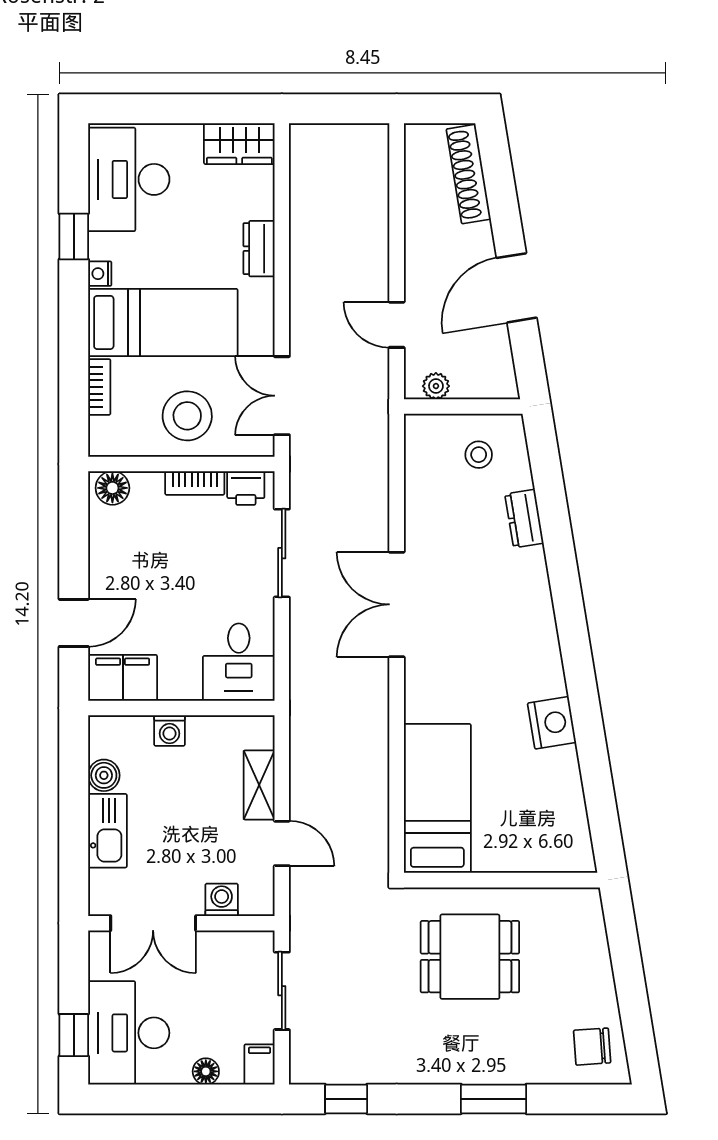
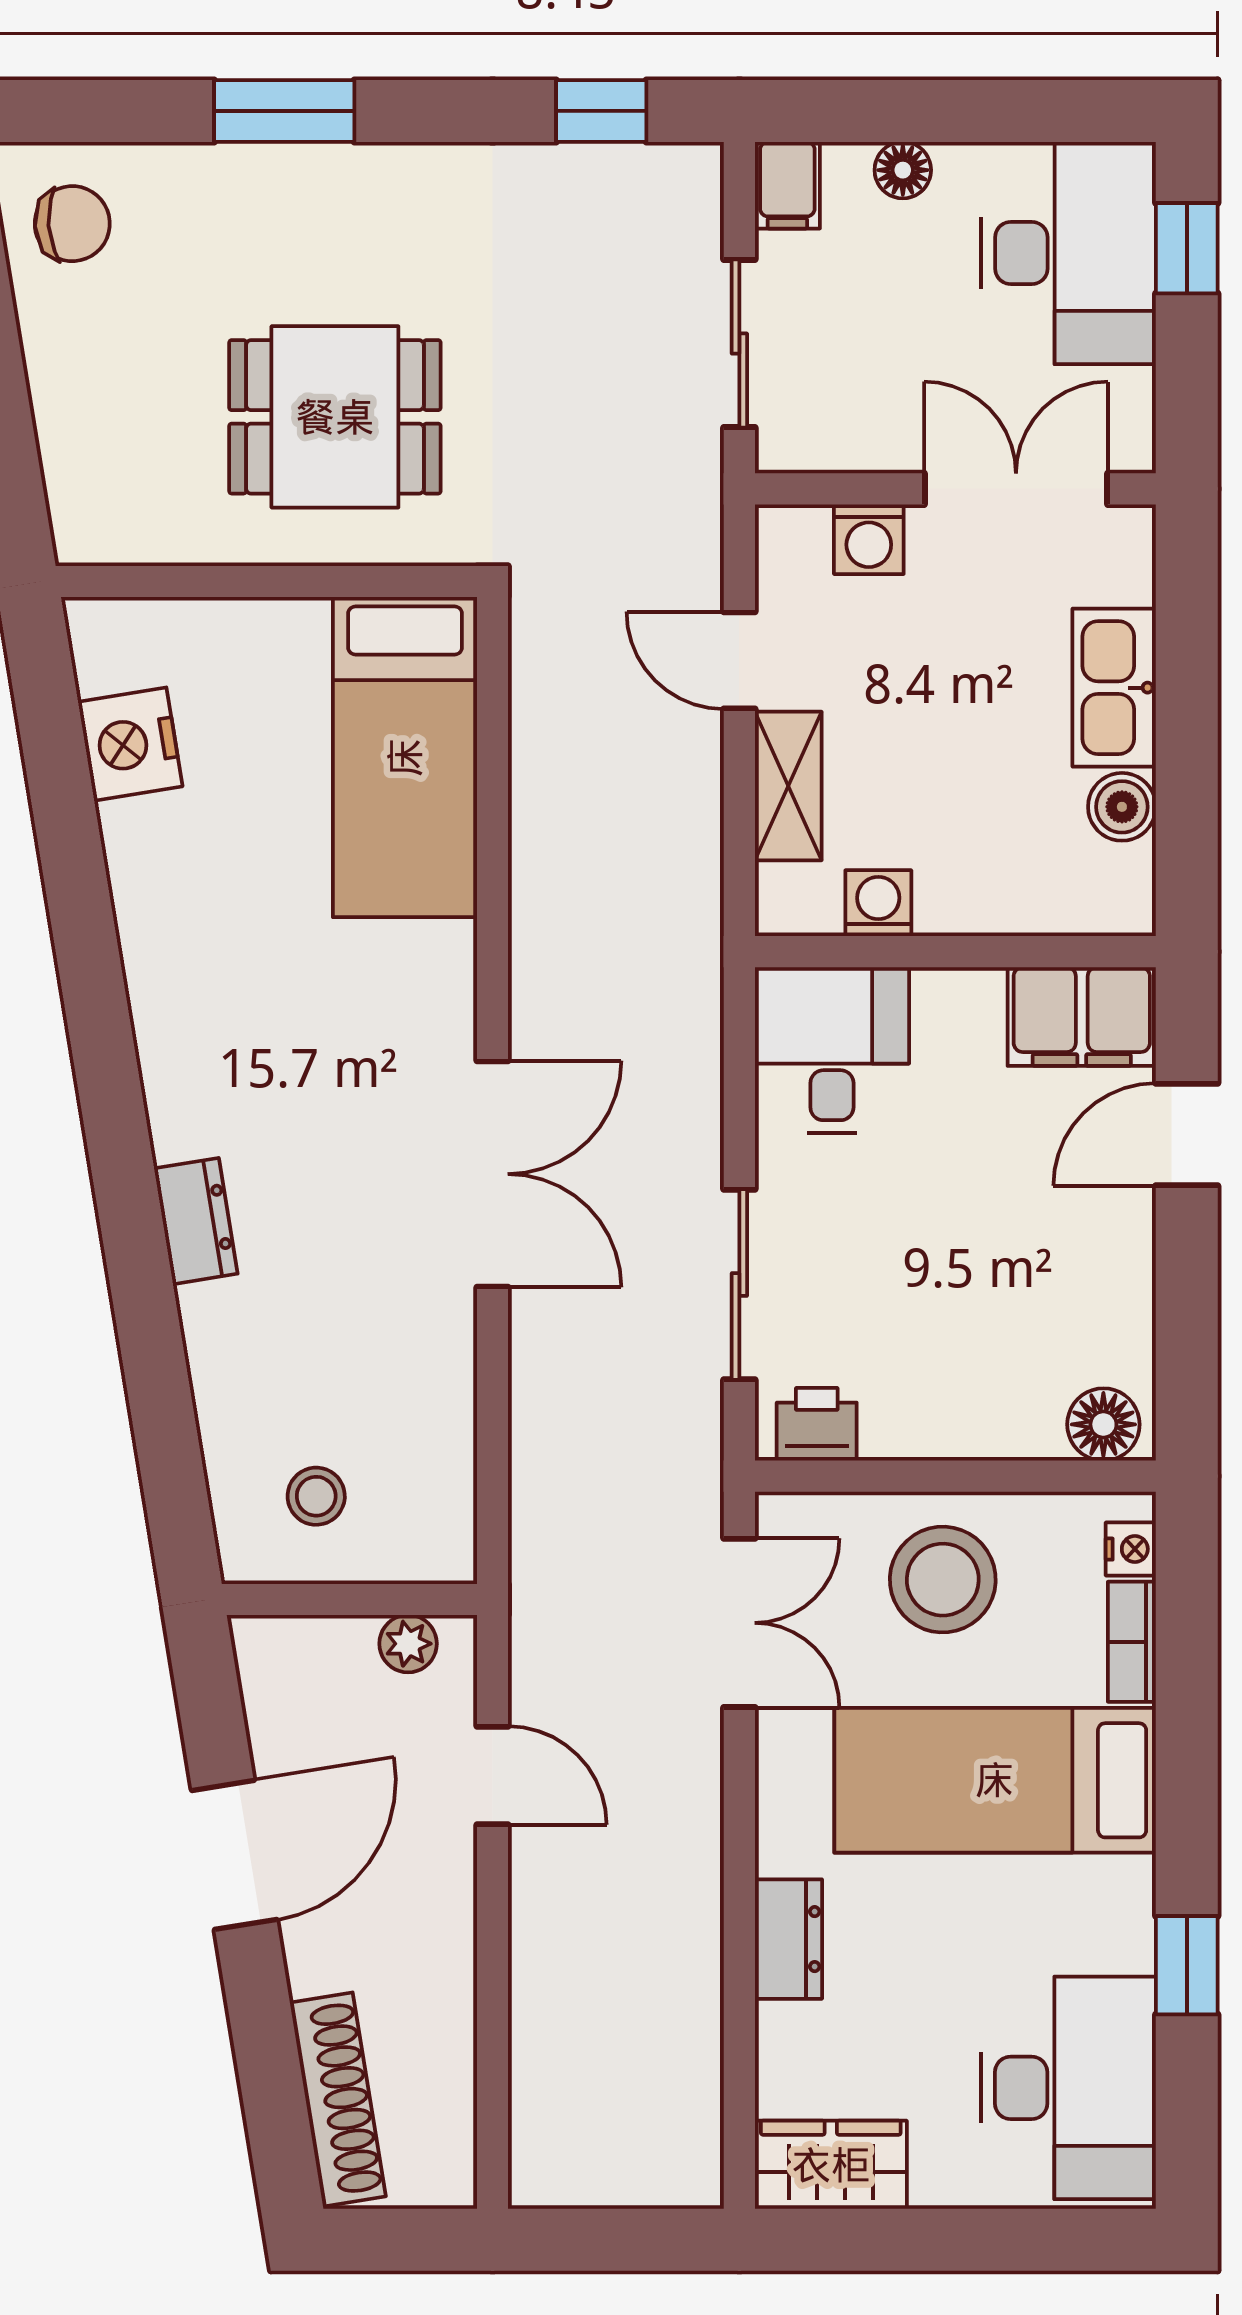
nightstand: (100, 274) -> (1131, 1549), moved
bookcase: (195, 483) -> (927, 1435), removed
dresser: (524, 519) -> (196, 1221), moved
nightstand: (552, 723) -> (130, 744), moved
washing machine: (169, 730) -> (878, 903), moved

